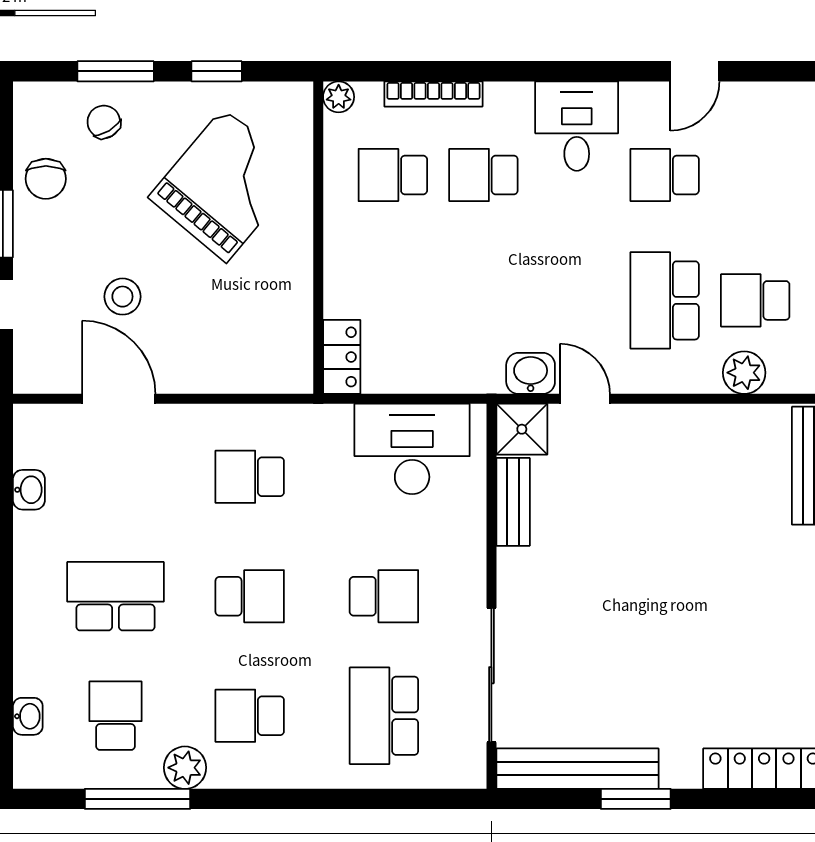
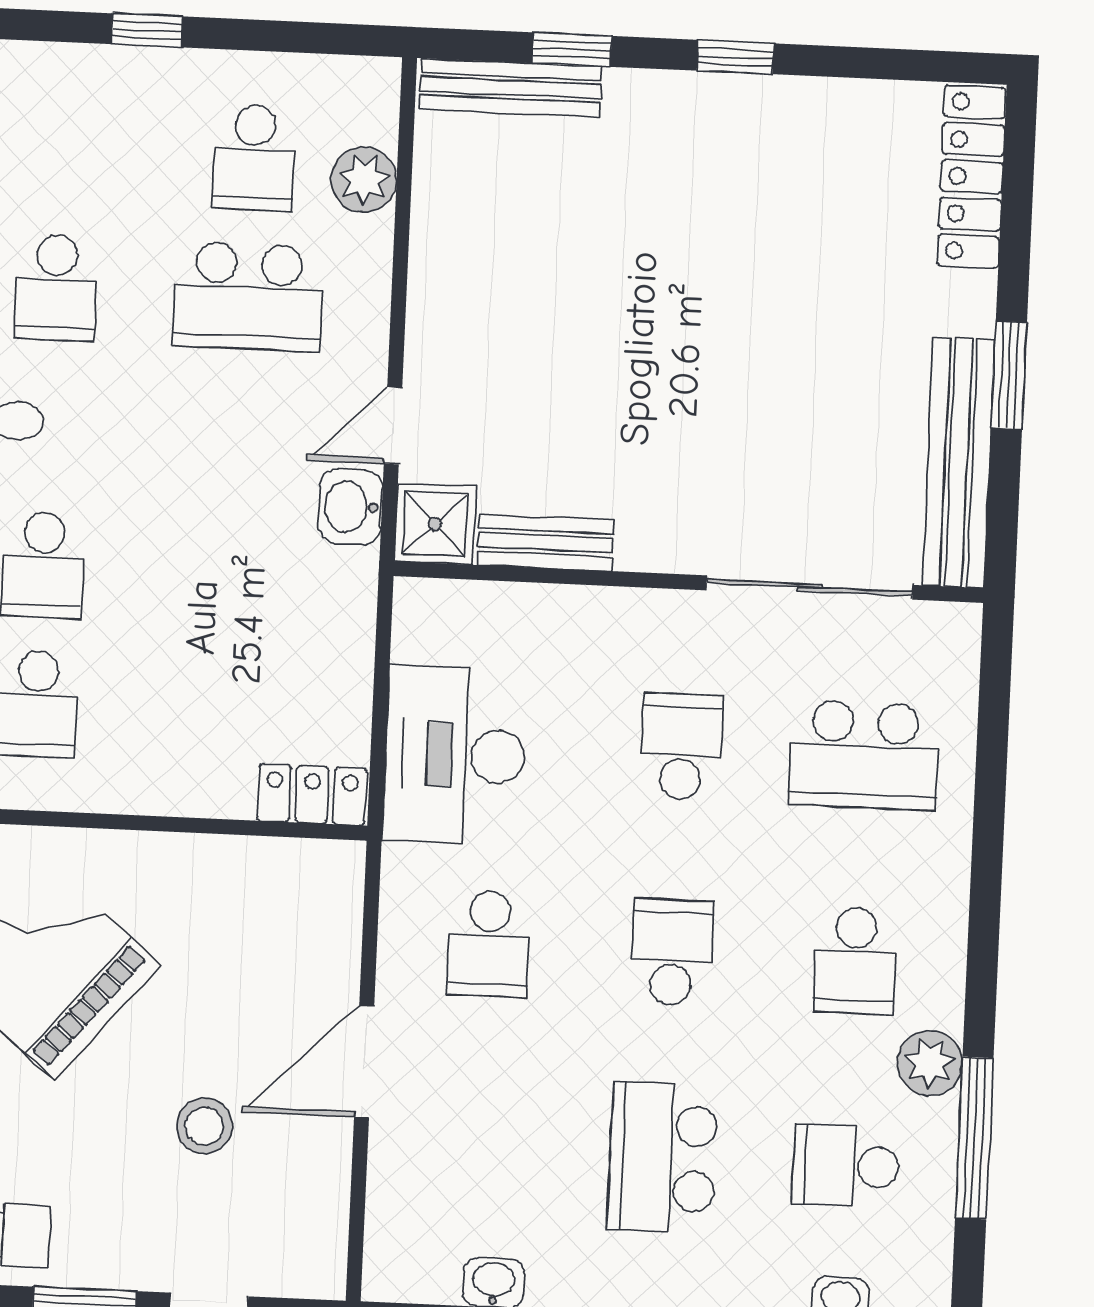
door: (119, 399) -> (364, 1062), moved
desk: (412, 449) -> (455, 755), moved

